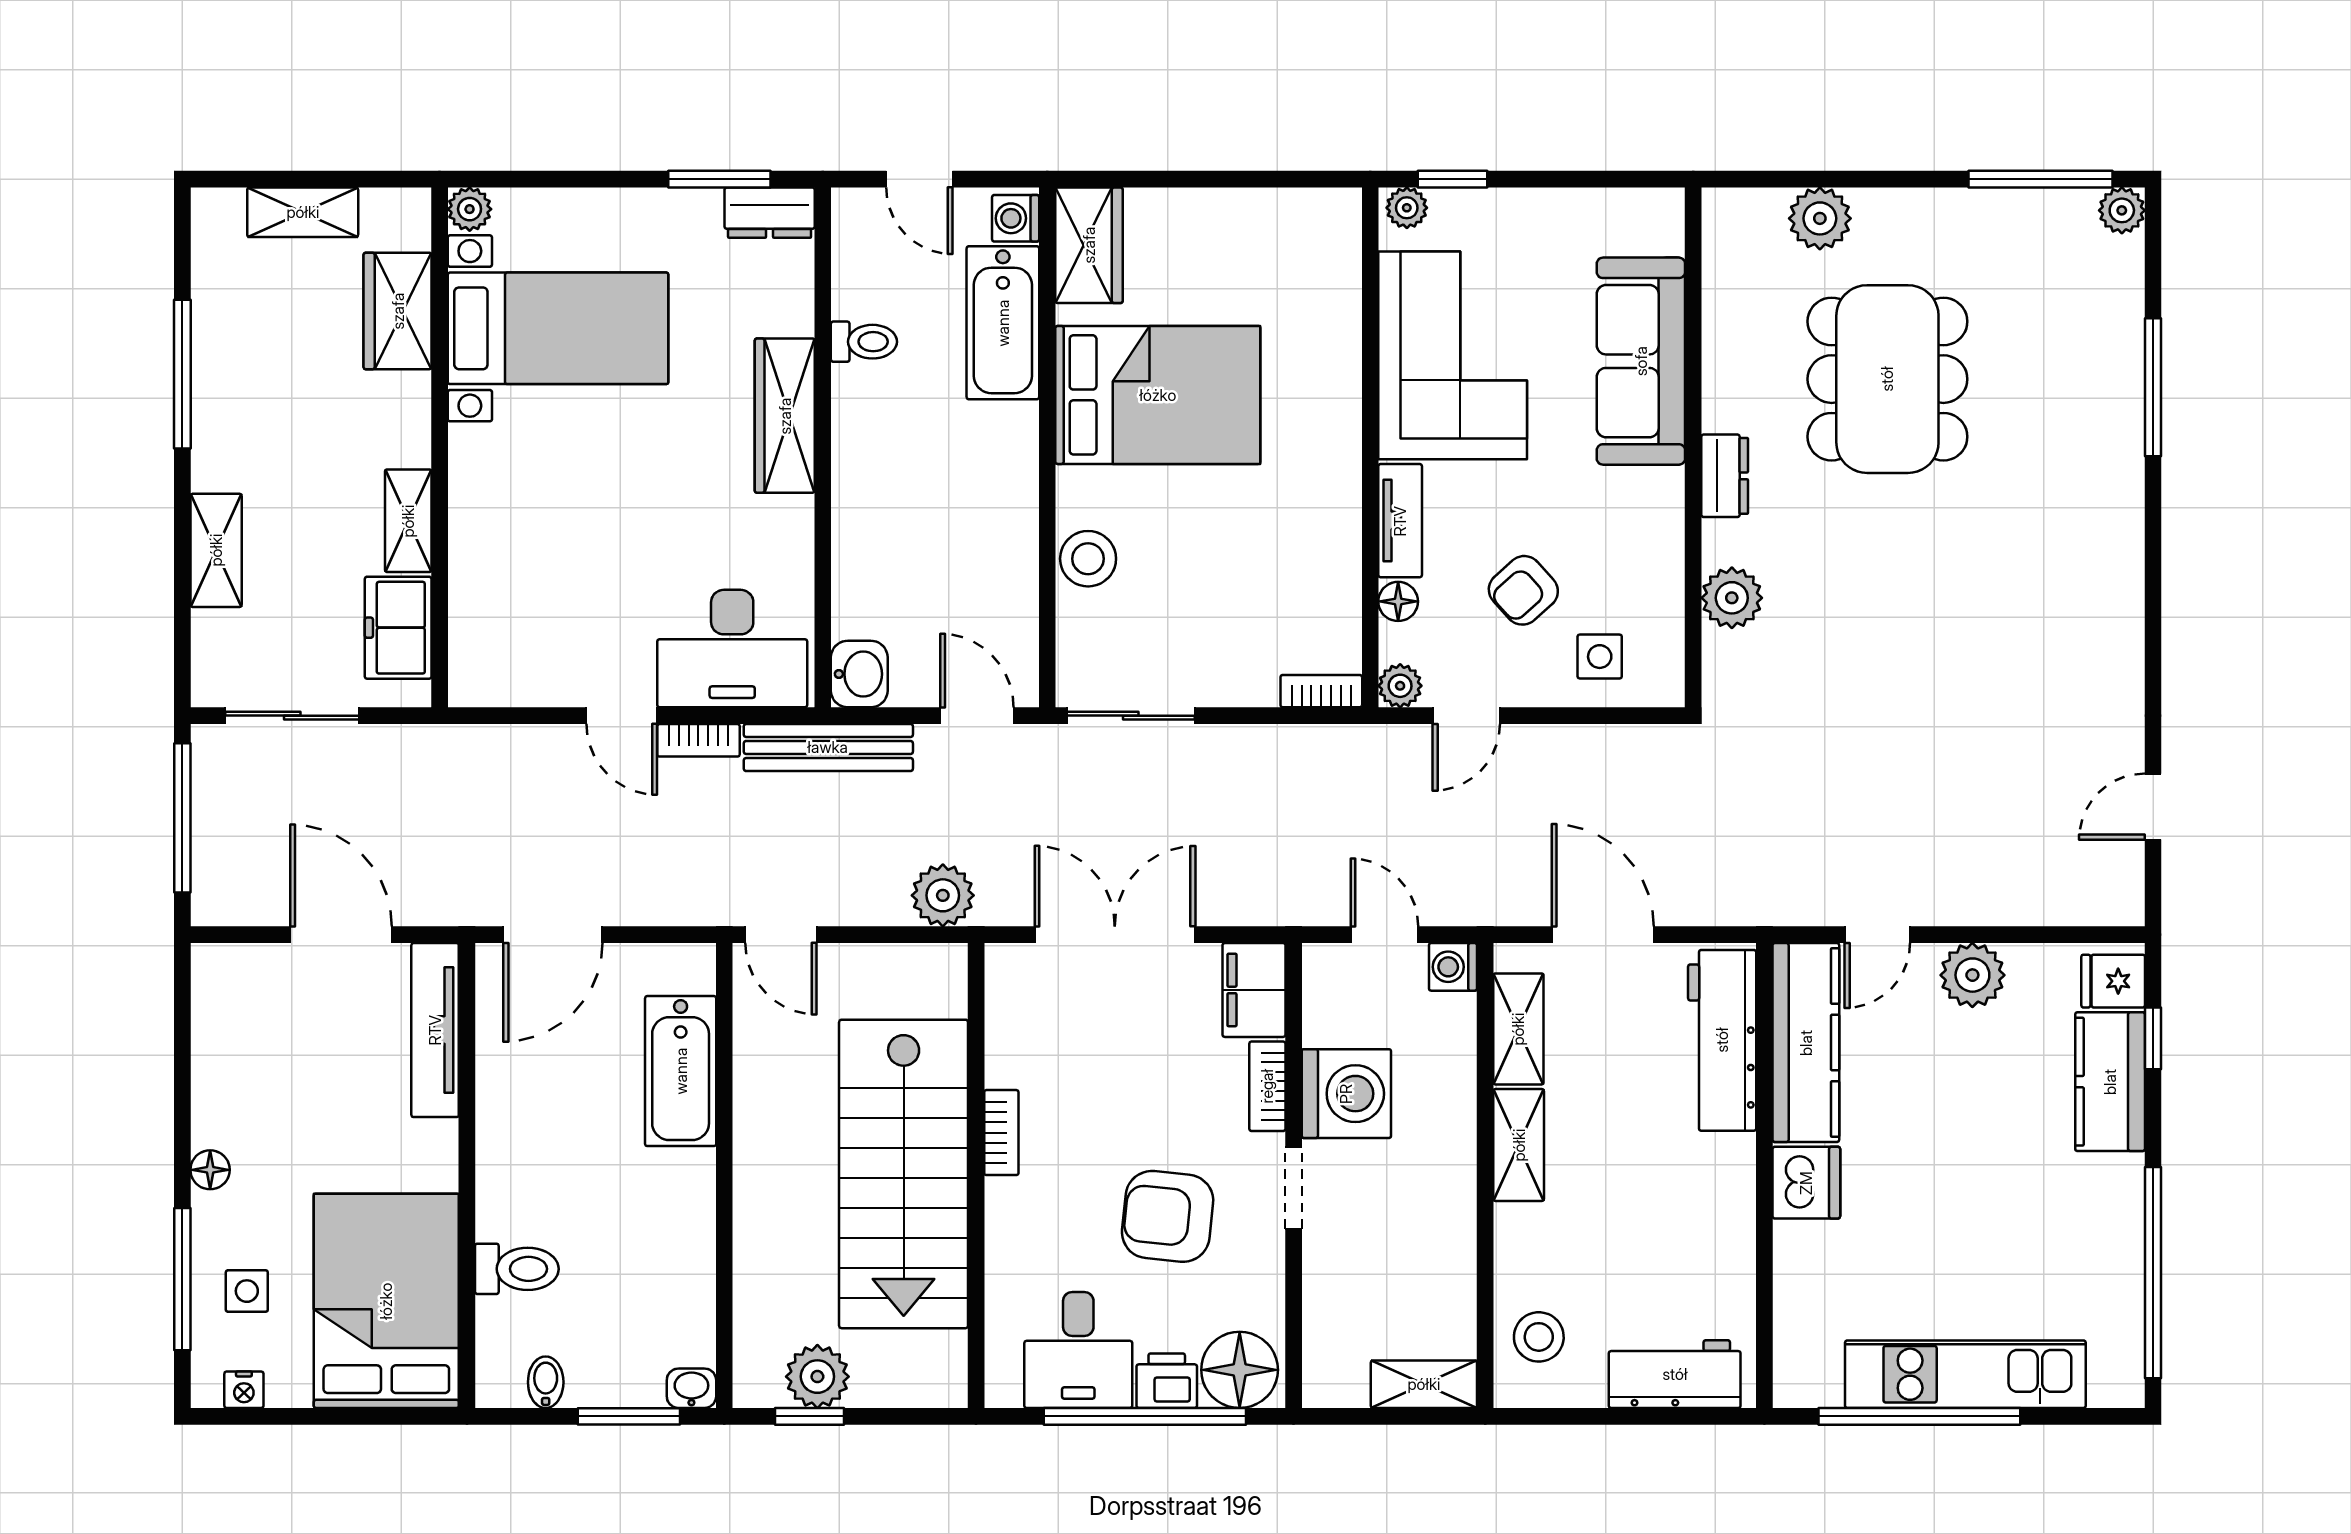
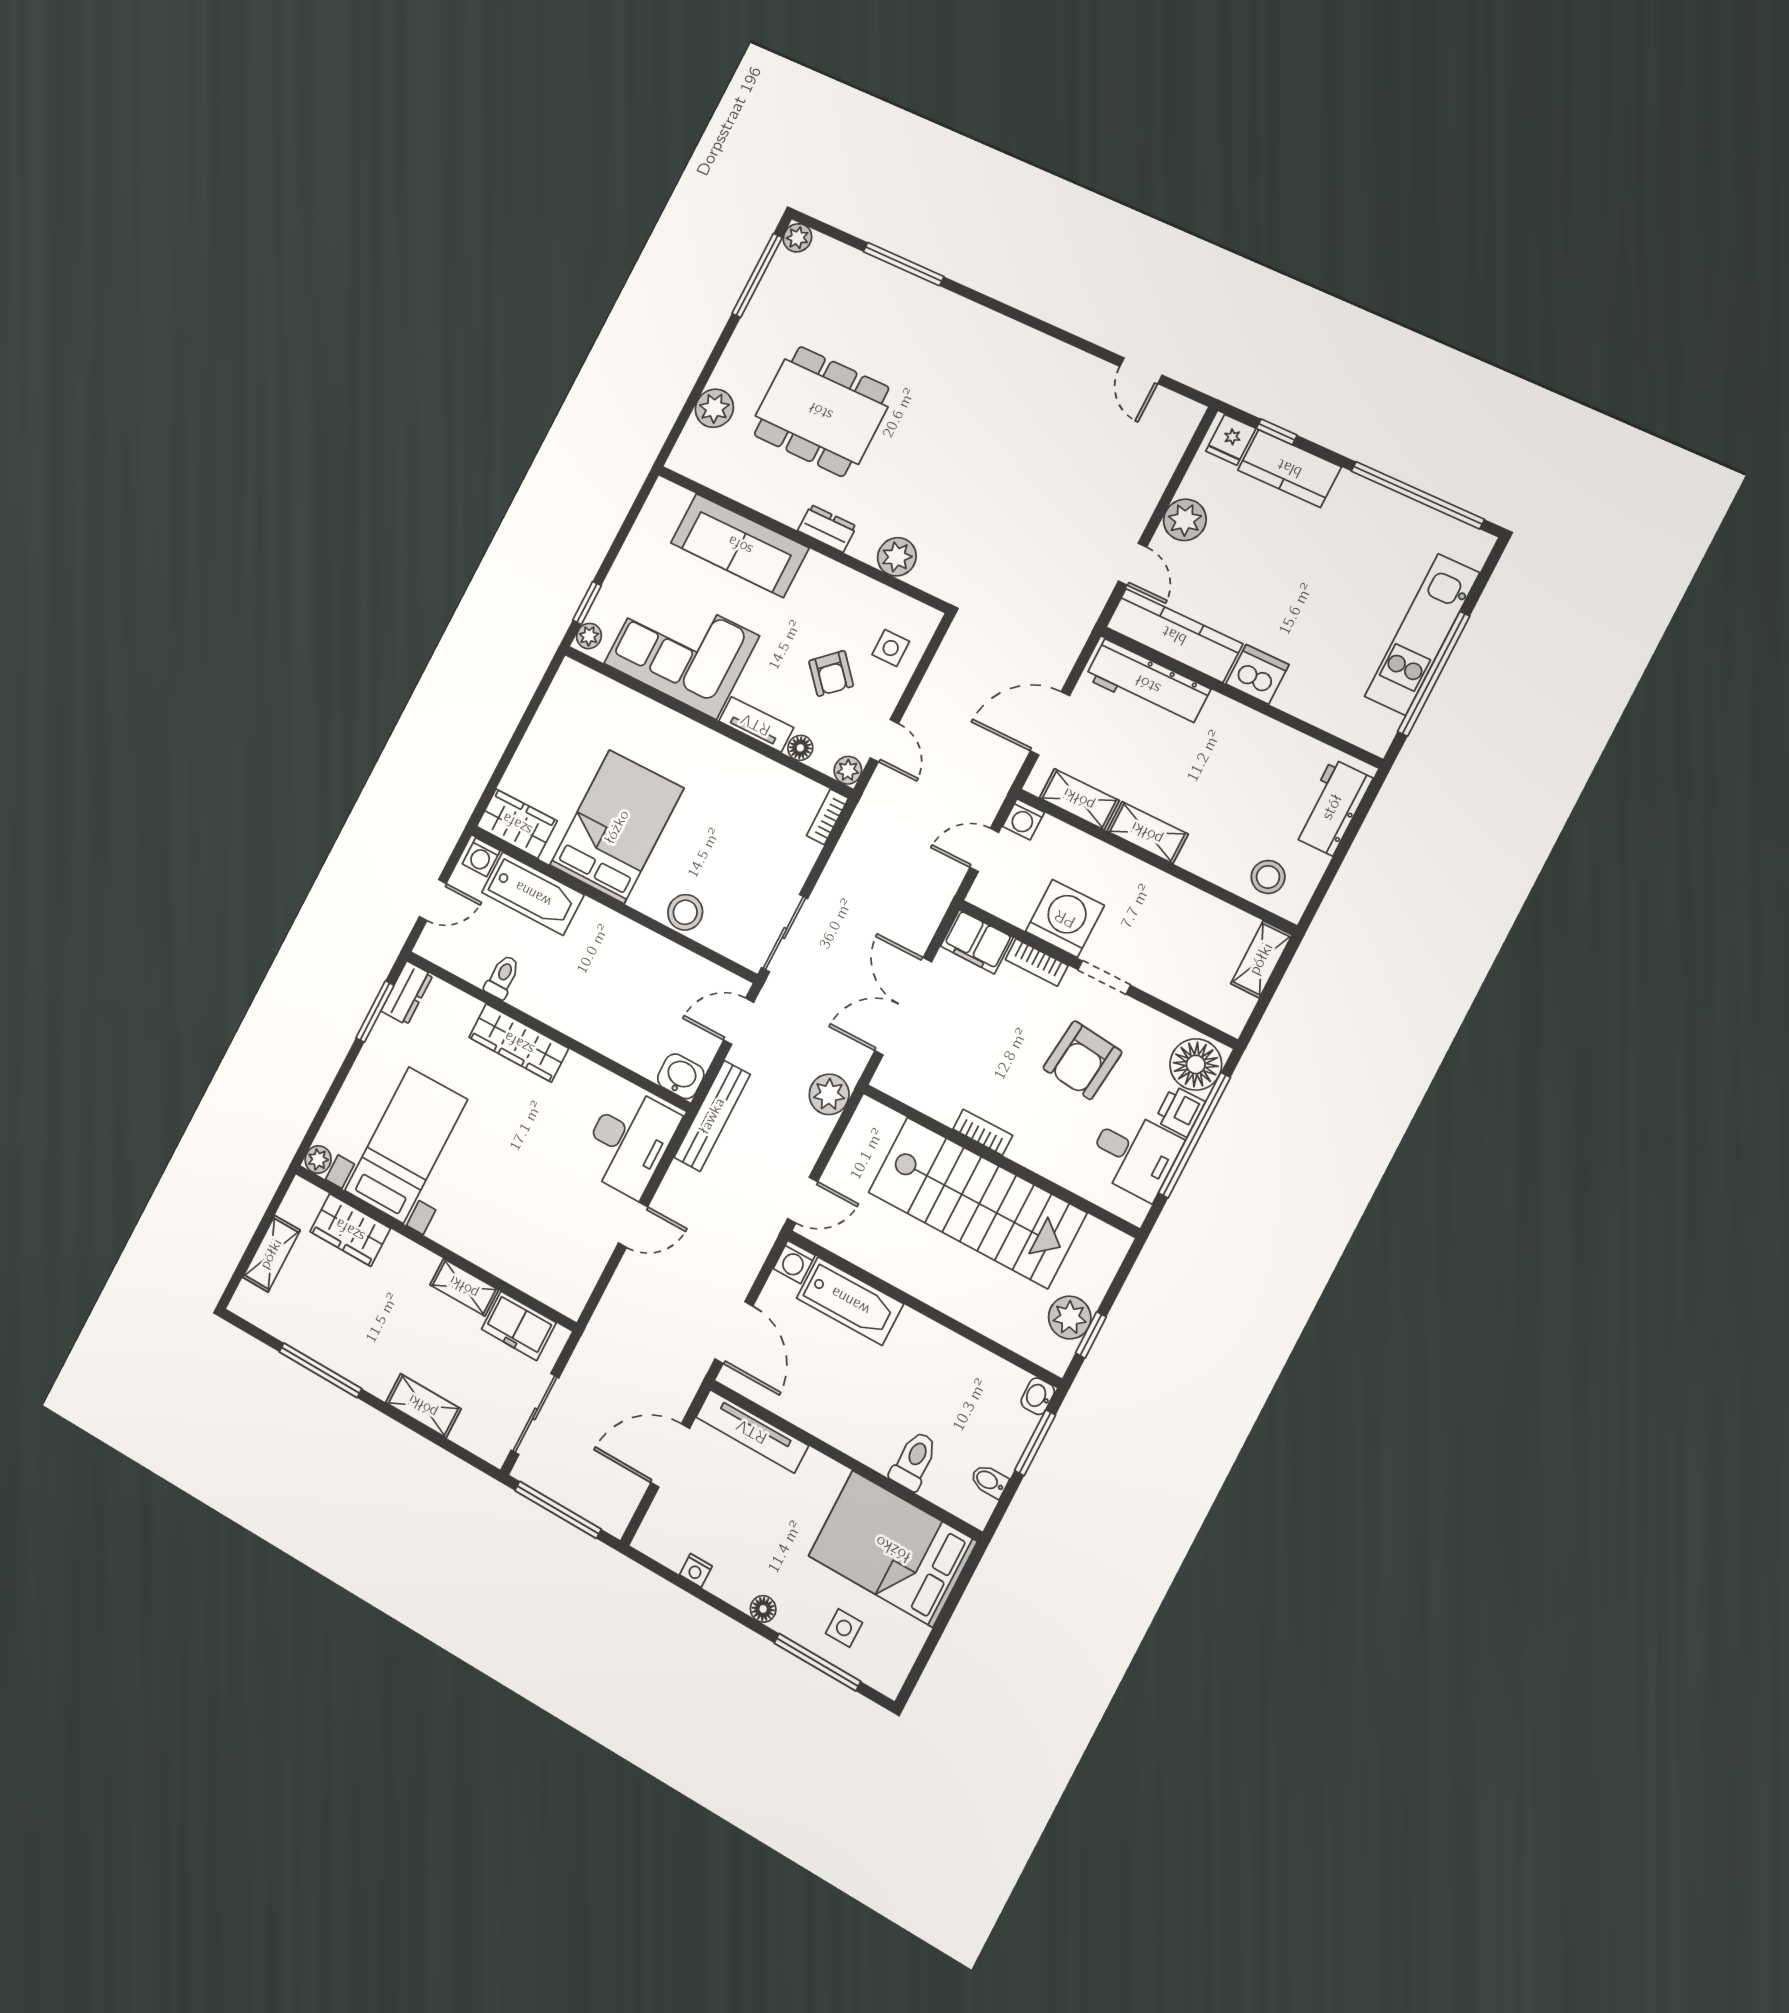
bookcase: (698, 740) -> (669, 1188), removed
washing machine: (692, 967) -> (794, 1262), added
nightstand: (244, 1390) -> (696, 1570), moved, turned 90

